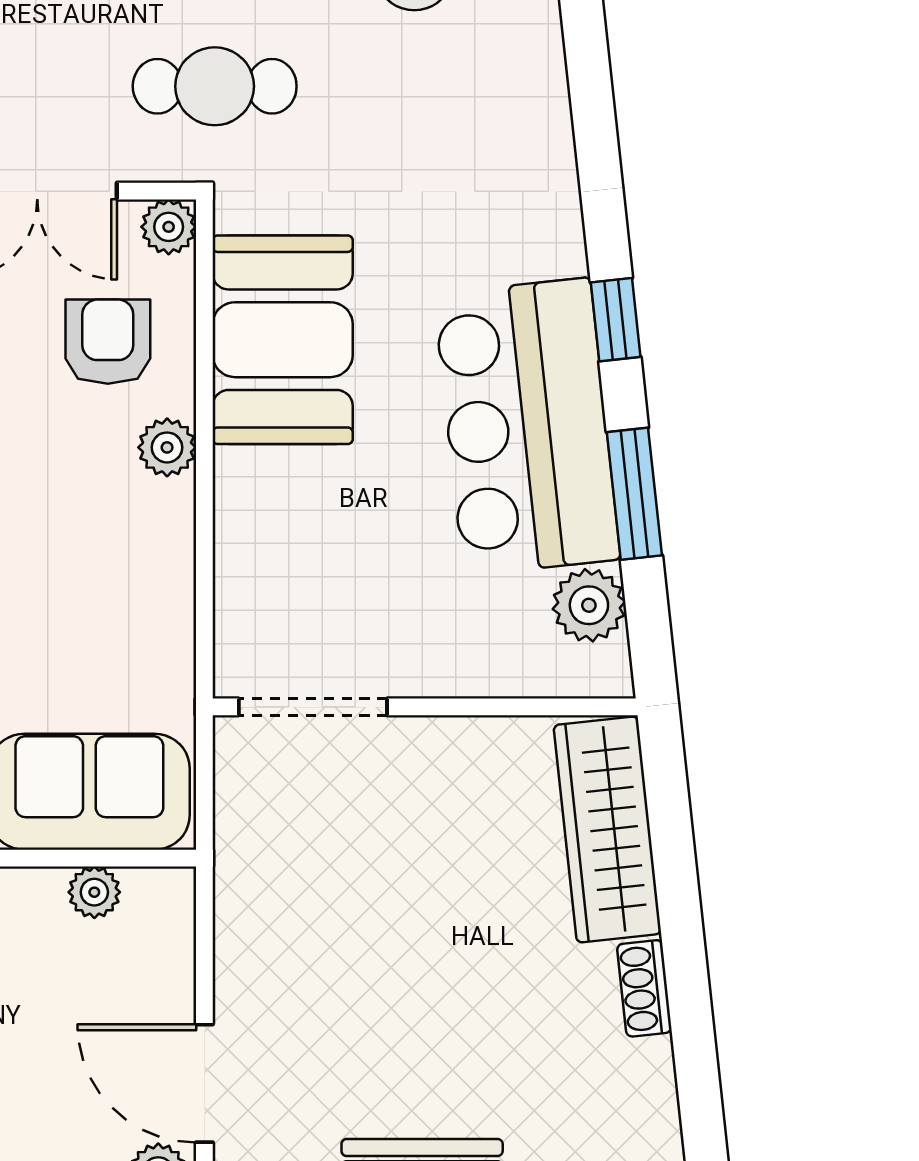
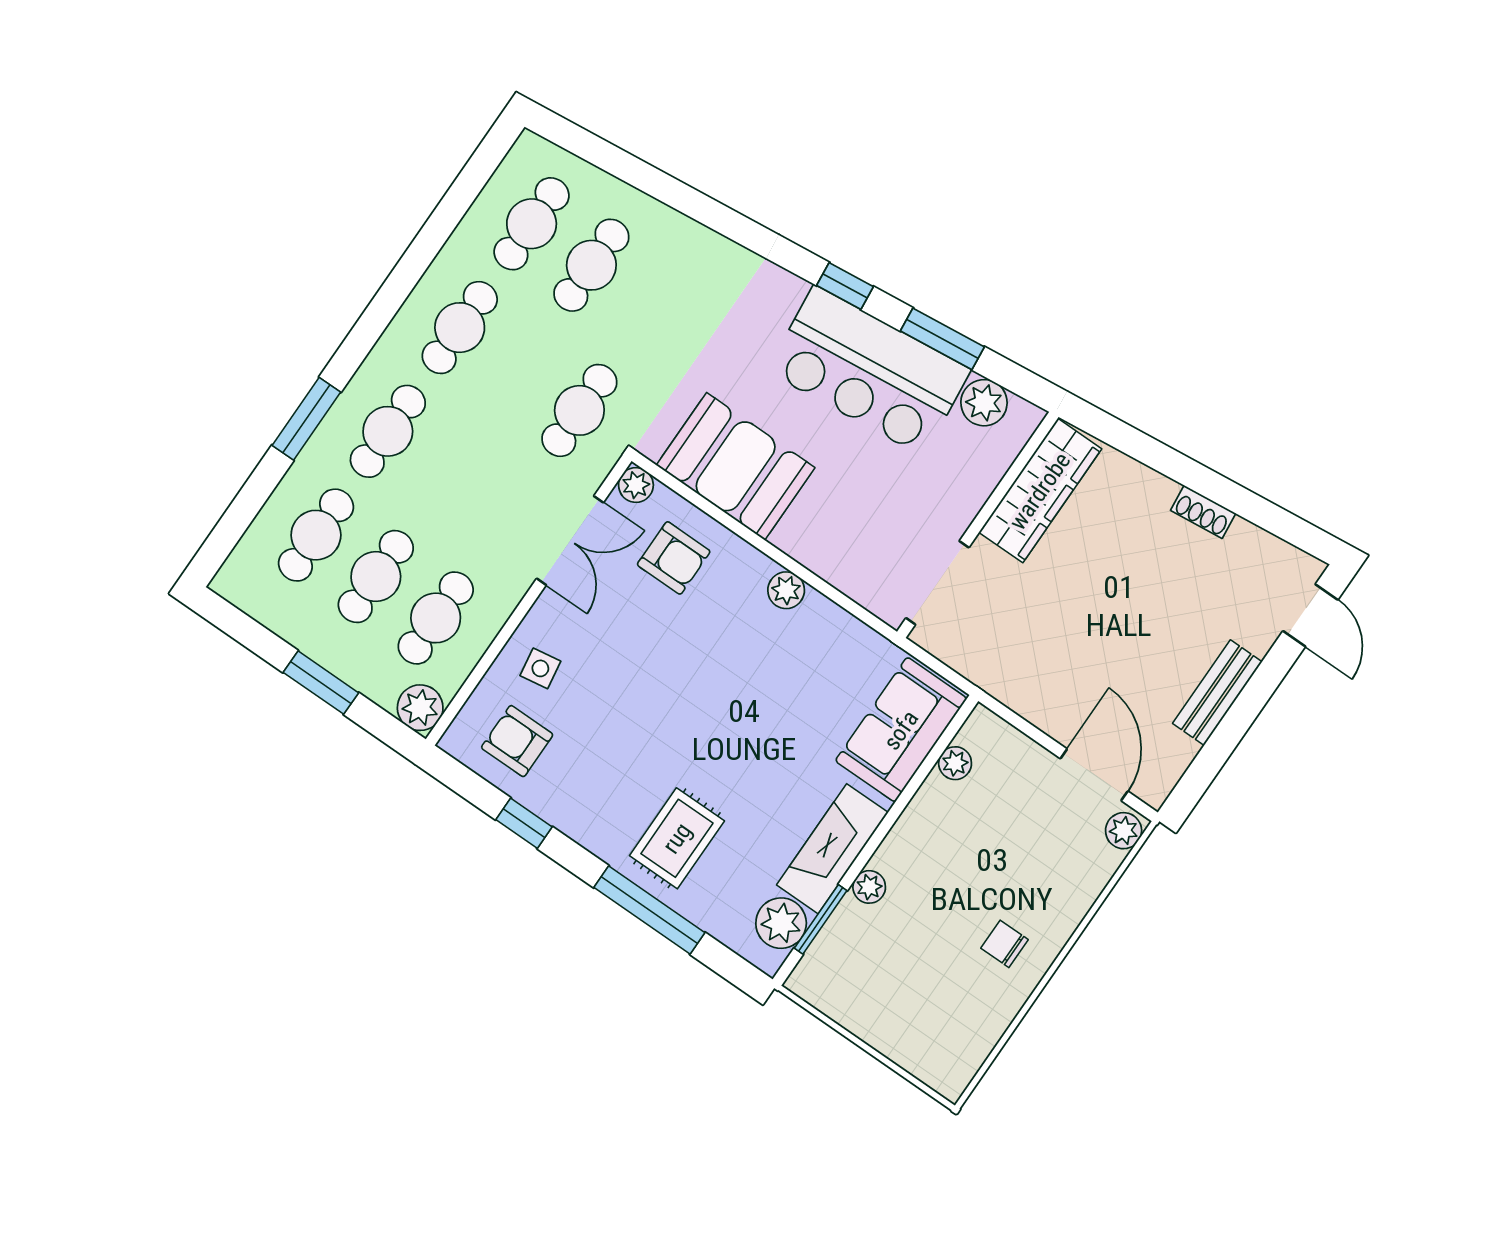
armchair: (108, 342) -> (674, 558), turned 180
plant: (167, 447) -> (786, 590), moved
wardrobe: (607, 829) -> (1040, 491), moved, turned -84
door: (204, 1083) -> (1094, 775), swing flipped

